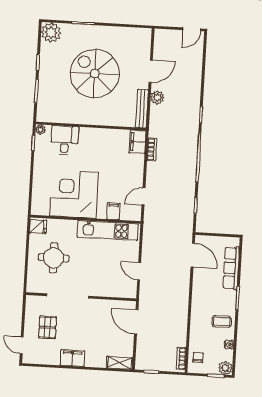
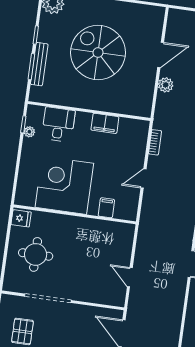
bench: (142, 109) -> (39, 64), moved
plant: (40, 129) -> (29, 132), moved
filing cabinet: (138, 142) -> (105, 123), moved, turned -90
door: (143, 197) -> (144, 179), moved
kitchen unit: (108, 230) -> (98, 229), removed

